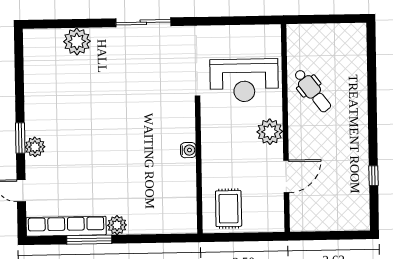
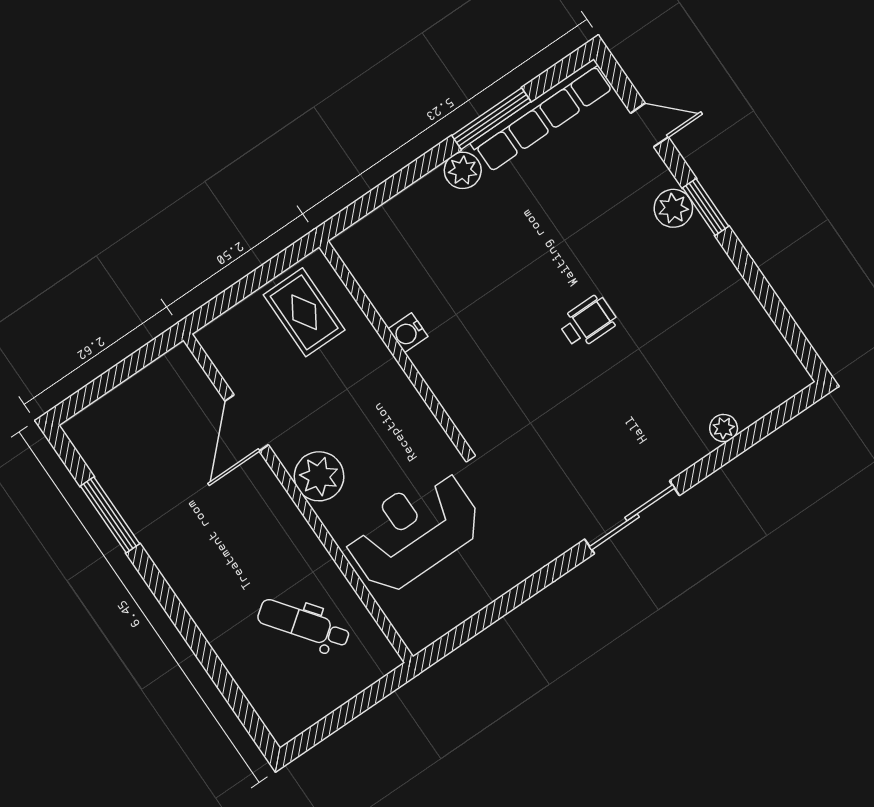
plant: (77, 41) -> (724, 428), width x0.53, depth x0.53
dental chair: (312, 91) -> (304, 624), moved
wheelchair: (106, 122) -> (588, 322), added
water cooler: (188, 150) -> (408, 333), moved
window: (373, 176) -> (110, 515), width x2.17

